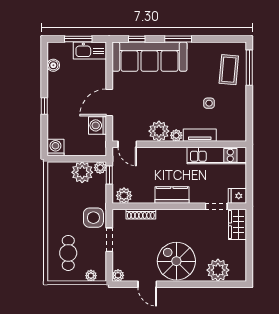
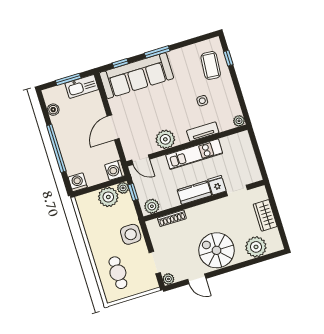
window: (249, 68) -> (228, 58), width x0.46
window: (44, 106) -> (56, 148), width x3.17
washing machine: (97, 125) -> (115, 170), moved
plant: (176, 135) -> (239, 121), moved
kitchen unit: (217, 155) -> (194, 154), moved
fridge: (237, 196) -> (217, 185), moved, turned 90
wardrobe: (237, 224) -> (265, 215), moved
doorway: (109, 240) -> (155, 263), moved
plant: (91, 276) -> (144, 287), removed

